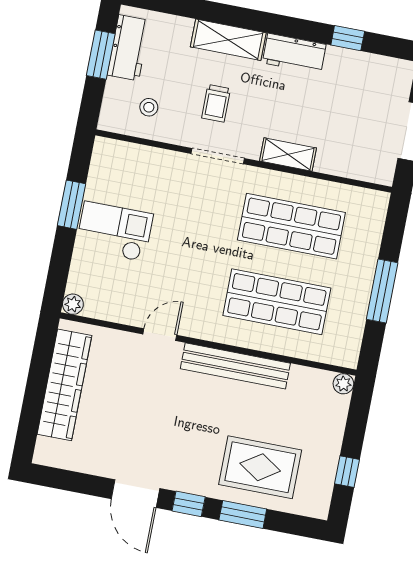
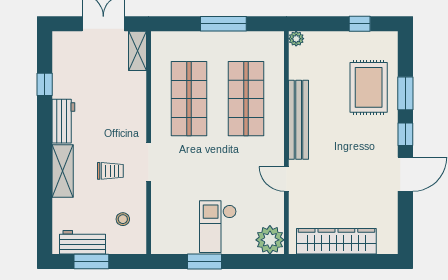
shelving: (288, 154) -> (137, 51), moved
plant: (73, 304) -> (270, 240), width x1.87, depth x1.87

